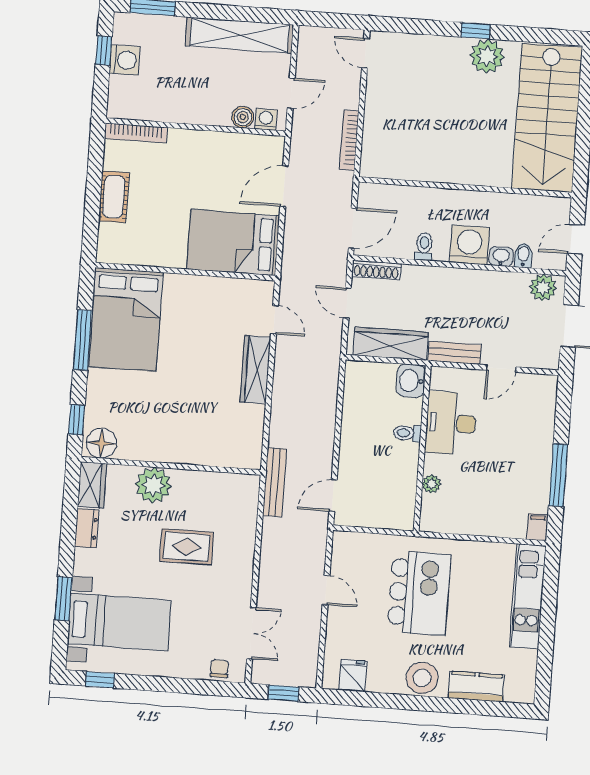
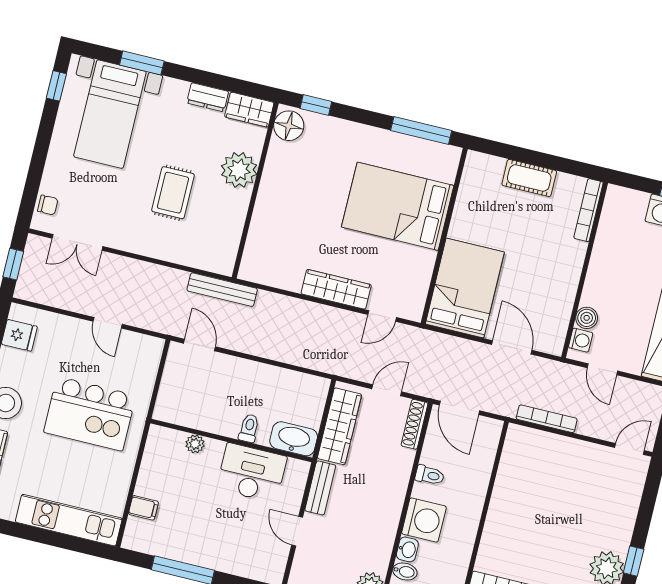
bed: (126, 320) -> (398, 206), moved
window: (82, 340) -> (421, 131), moved
washbasin: (411, 381) -> (294, 439), width x1.38
filing cabinet: (537, 527) -> (143, 508), moved
door: (326, 590) -> (108, 323), hinge flipped

